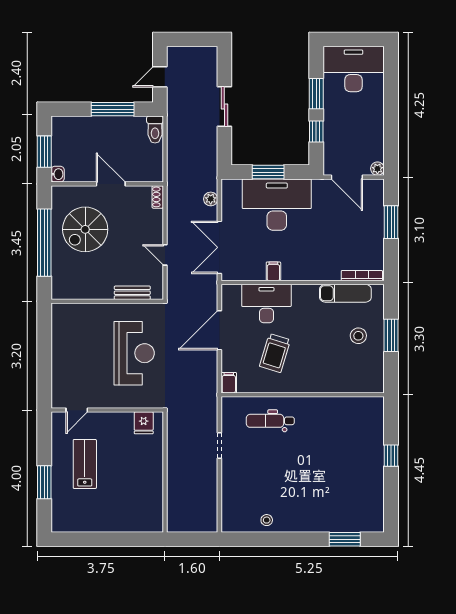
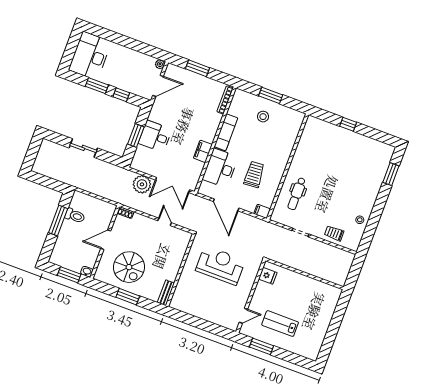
door: (160, 77) -> (49, 182), removed
toilet: (155, 130) -> (75, 216), moved
plant: (211, 199) -> (142, 184), width x1.88, depth x1.88
desk: (277, 205) -> (155, 136), width x0.53, depth x0.77
window: (44, 243) -> (128, 297), width x0.47
door: (165, 255) -> (165, 222), swing flipped
filing cabinet: (273, 271) -> (203, 151), width x2.00
bench: (132, 293) -> (166, 293), moved
exam couch: (345, 293) -> (226, 132), moved
trolley: (275, 353) -> (254, 174), turned -111
door: (77, 410) -> (243, 316), hinge flipped
window: (44, 482) -> (261, 346), moved
trolley: (235, 492) -> (334, 233), added

